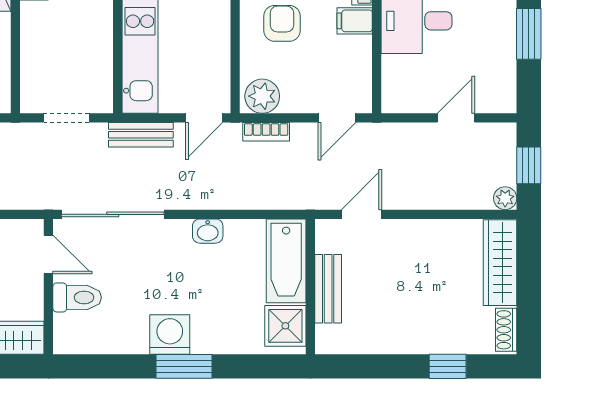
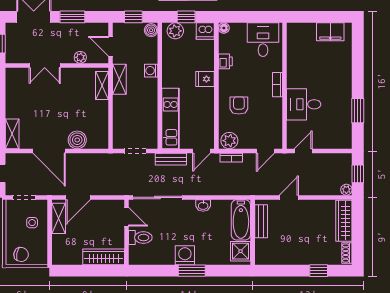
filing cabinet: (355, 21) -> (274, 104), removed
door: (456, 118) -> (303, 151), moved
door: (361, 214) -> (289, 197), moved
bench: (328, 289) -> (261, 221), moved

